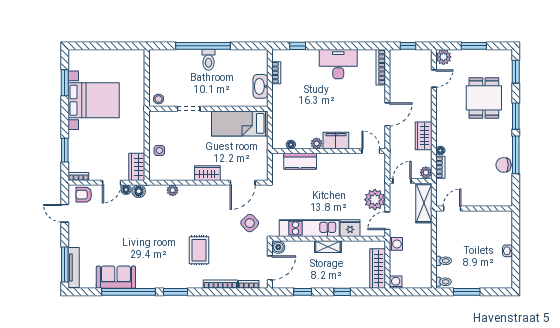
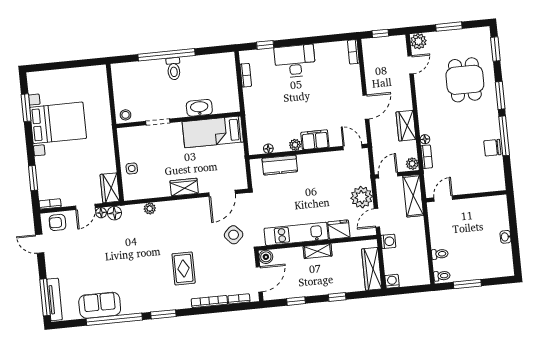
desk: (338, 64) -> (295, 61), moved
bookcase: (381, 67) -> (353, 52), width x0.64
washbasin: (260, 86) -> (199, 108), moved, turned 90

